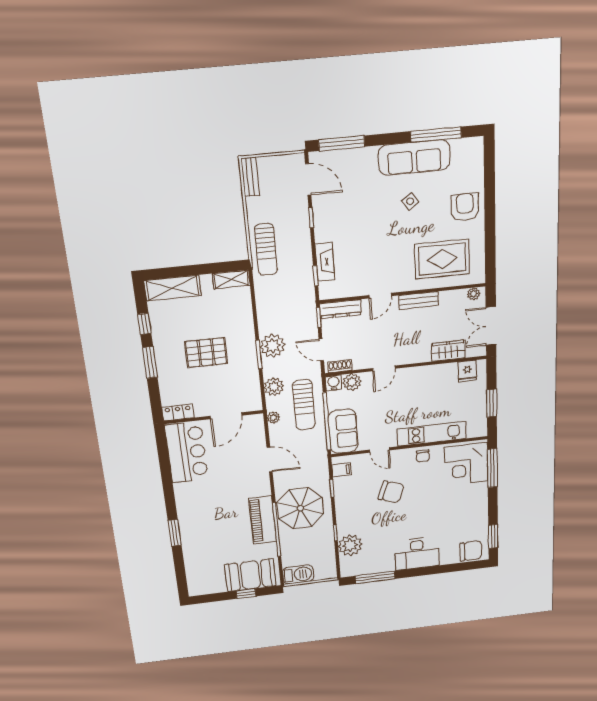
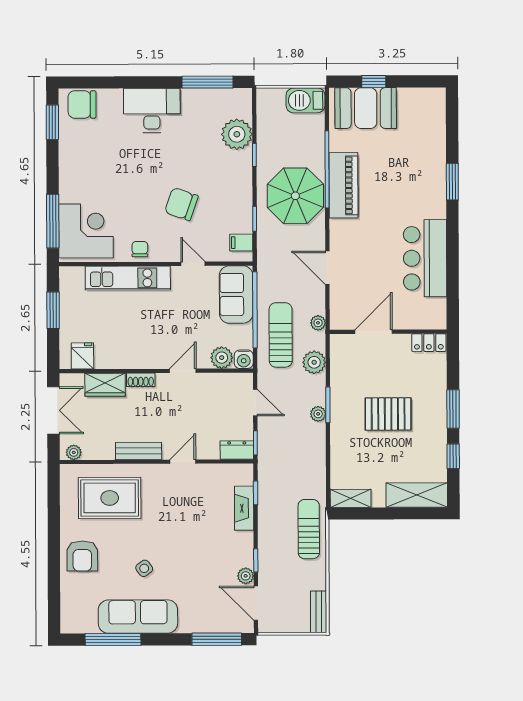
plant: (319, 203) -> (246, 576), added
dresser: (341, 309) -> (237, 450), width x0.70
plant: (273, 346) -> (318, 414), width x0.53, depth x0.53
shoe rack: (340, 366) -> (141, 380), moved
bar counter: (186, 452) -> (425, 258), moved

